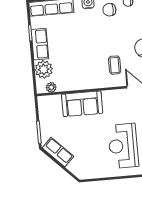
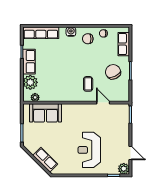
sofa: (82, 104) -> (46, 113), moved
row of seats: (58, 152) -> (45, 160), moved

